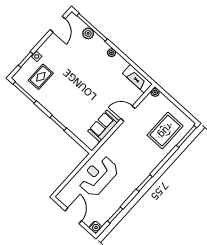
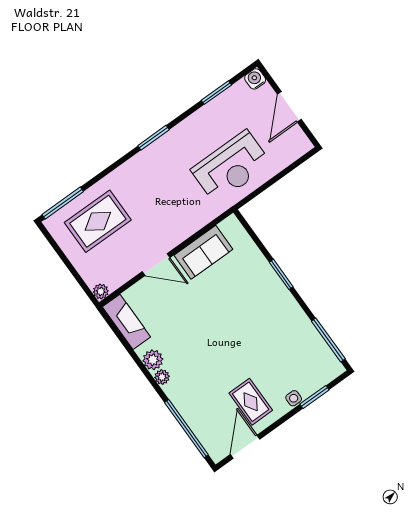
plant: (88, 33) -> (153, 360), moved
rug: (41, 77) -> (251, 402), moved, turned 90

